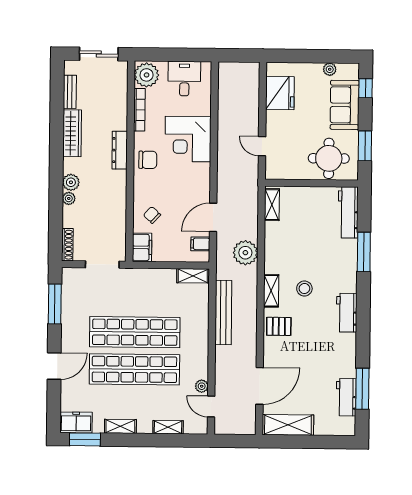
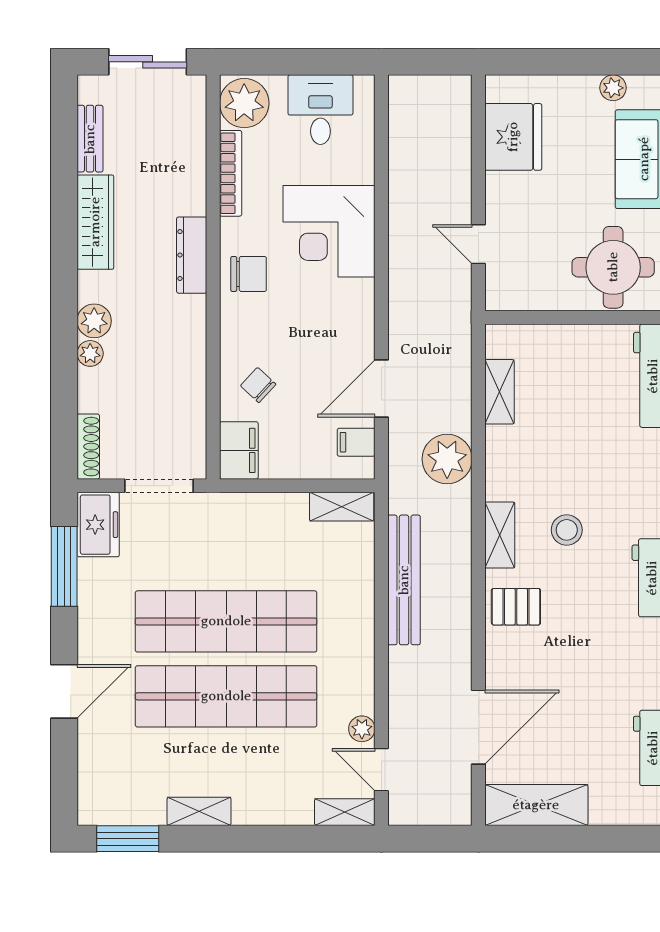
shelving: (272, 205) -> (499, 392), moved
freezer: (76, 422) -> (98, 525), moved, turned 90
shelving: (168, 427) -> (345, 812), moved

